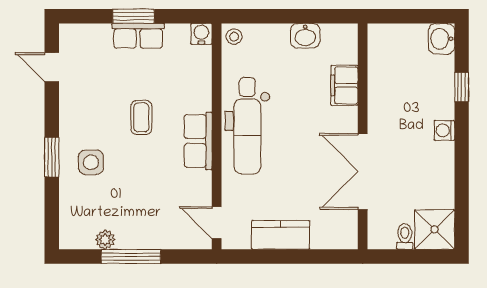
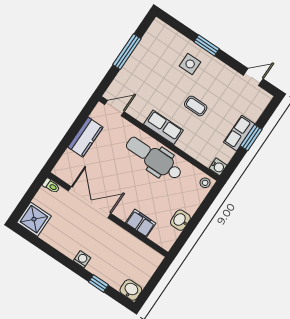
toilet: (405, 236) -> (51, 186), moved
plant: (105, 240) -> (145, 44), removed

